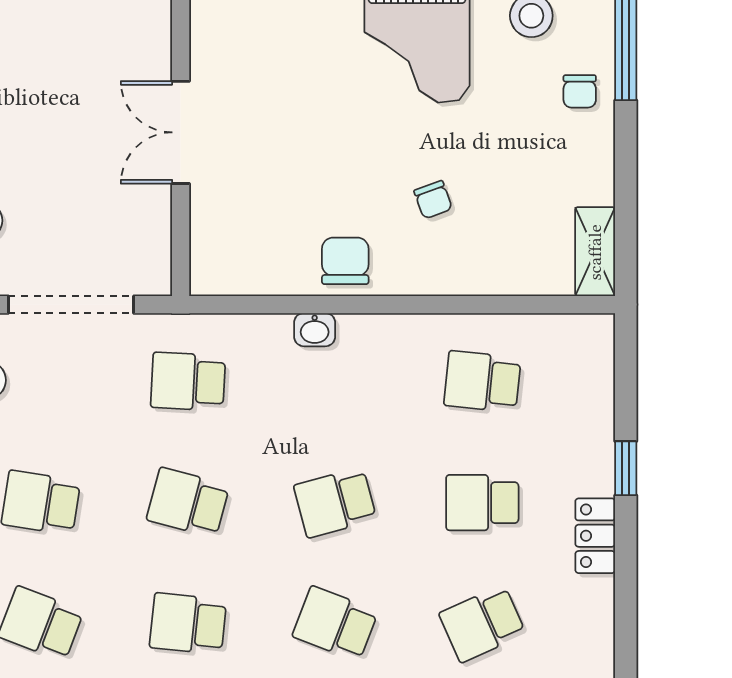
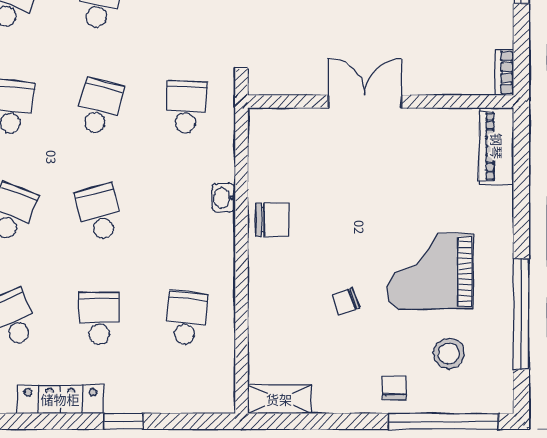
chair: (580, 91) -> (395, 388), turned 90
chair: (433, 200) -> (346, 301), moved
locker: (595, 536) -> (60, 399), width x1.53

